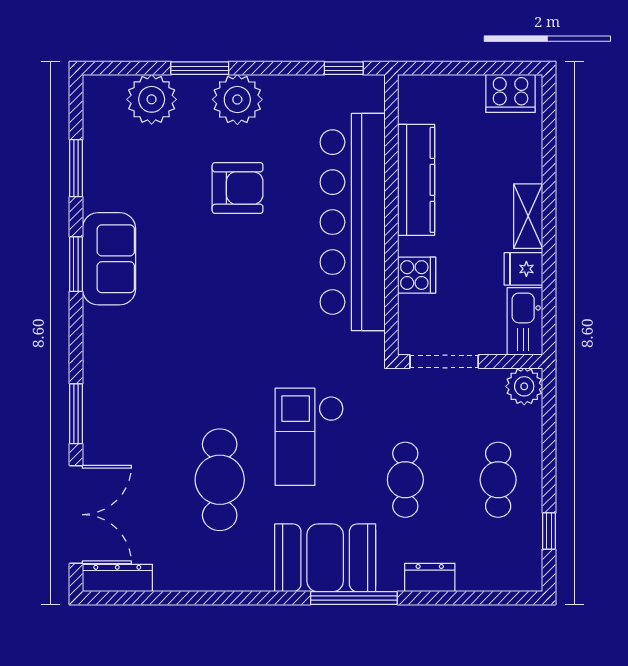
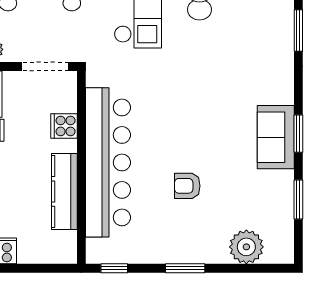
window: (200, 68) -> (185, 268), moved
plant: (237, 99) -> (187, 247), removed
armchair: (238, 188) -> (187, 186), width x0.72, depth x0.72

